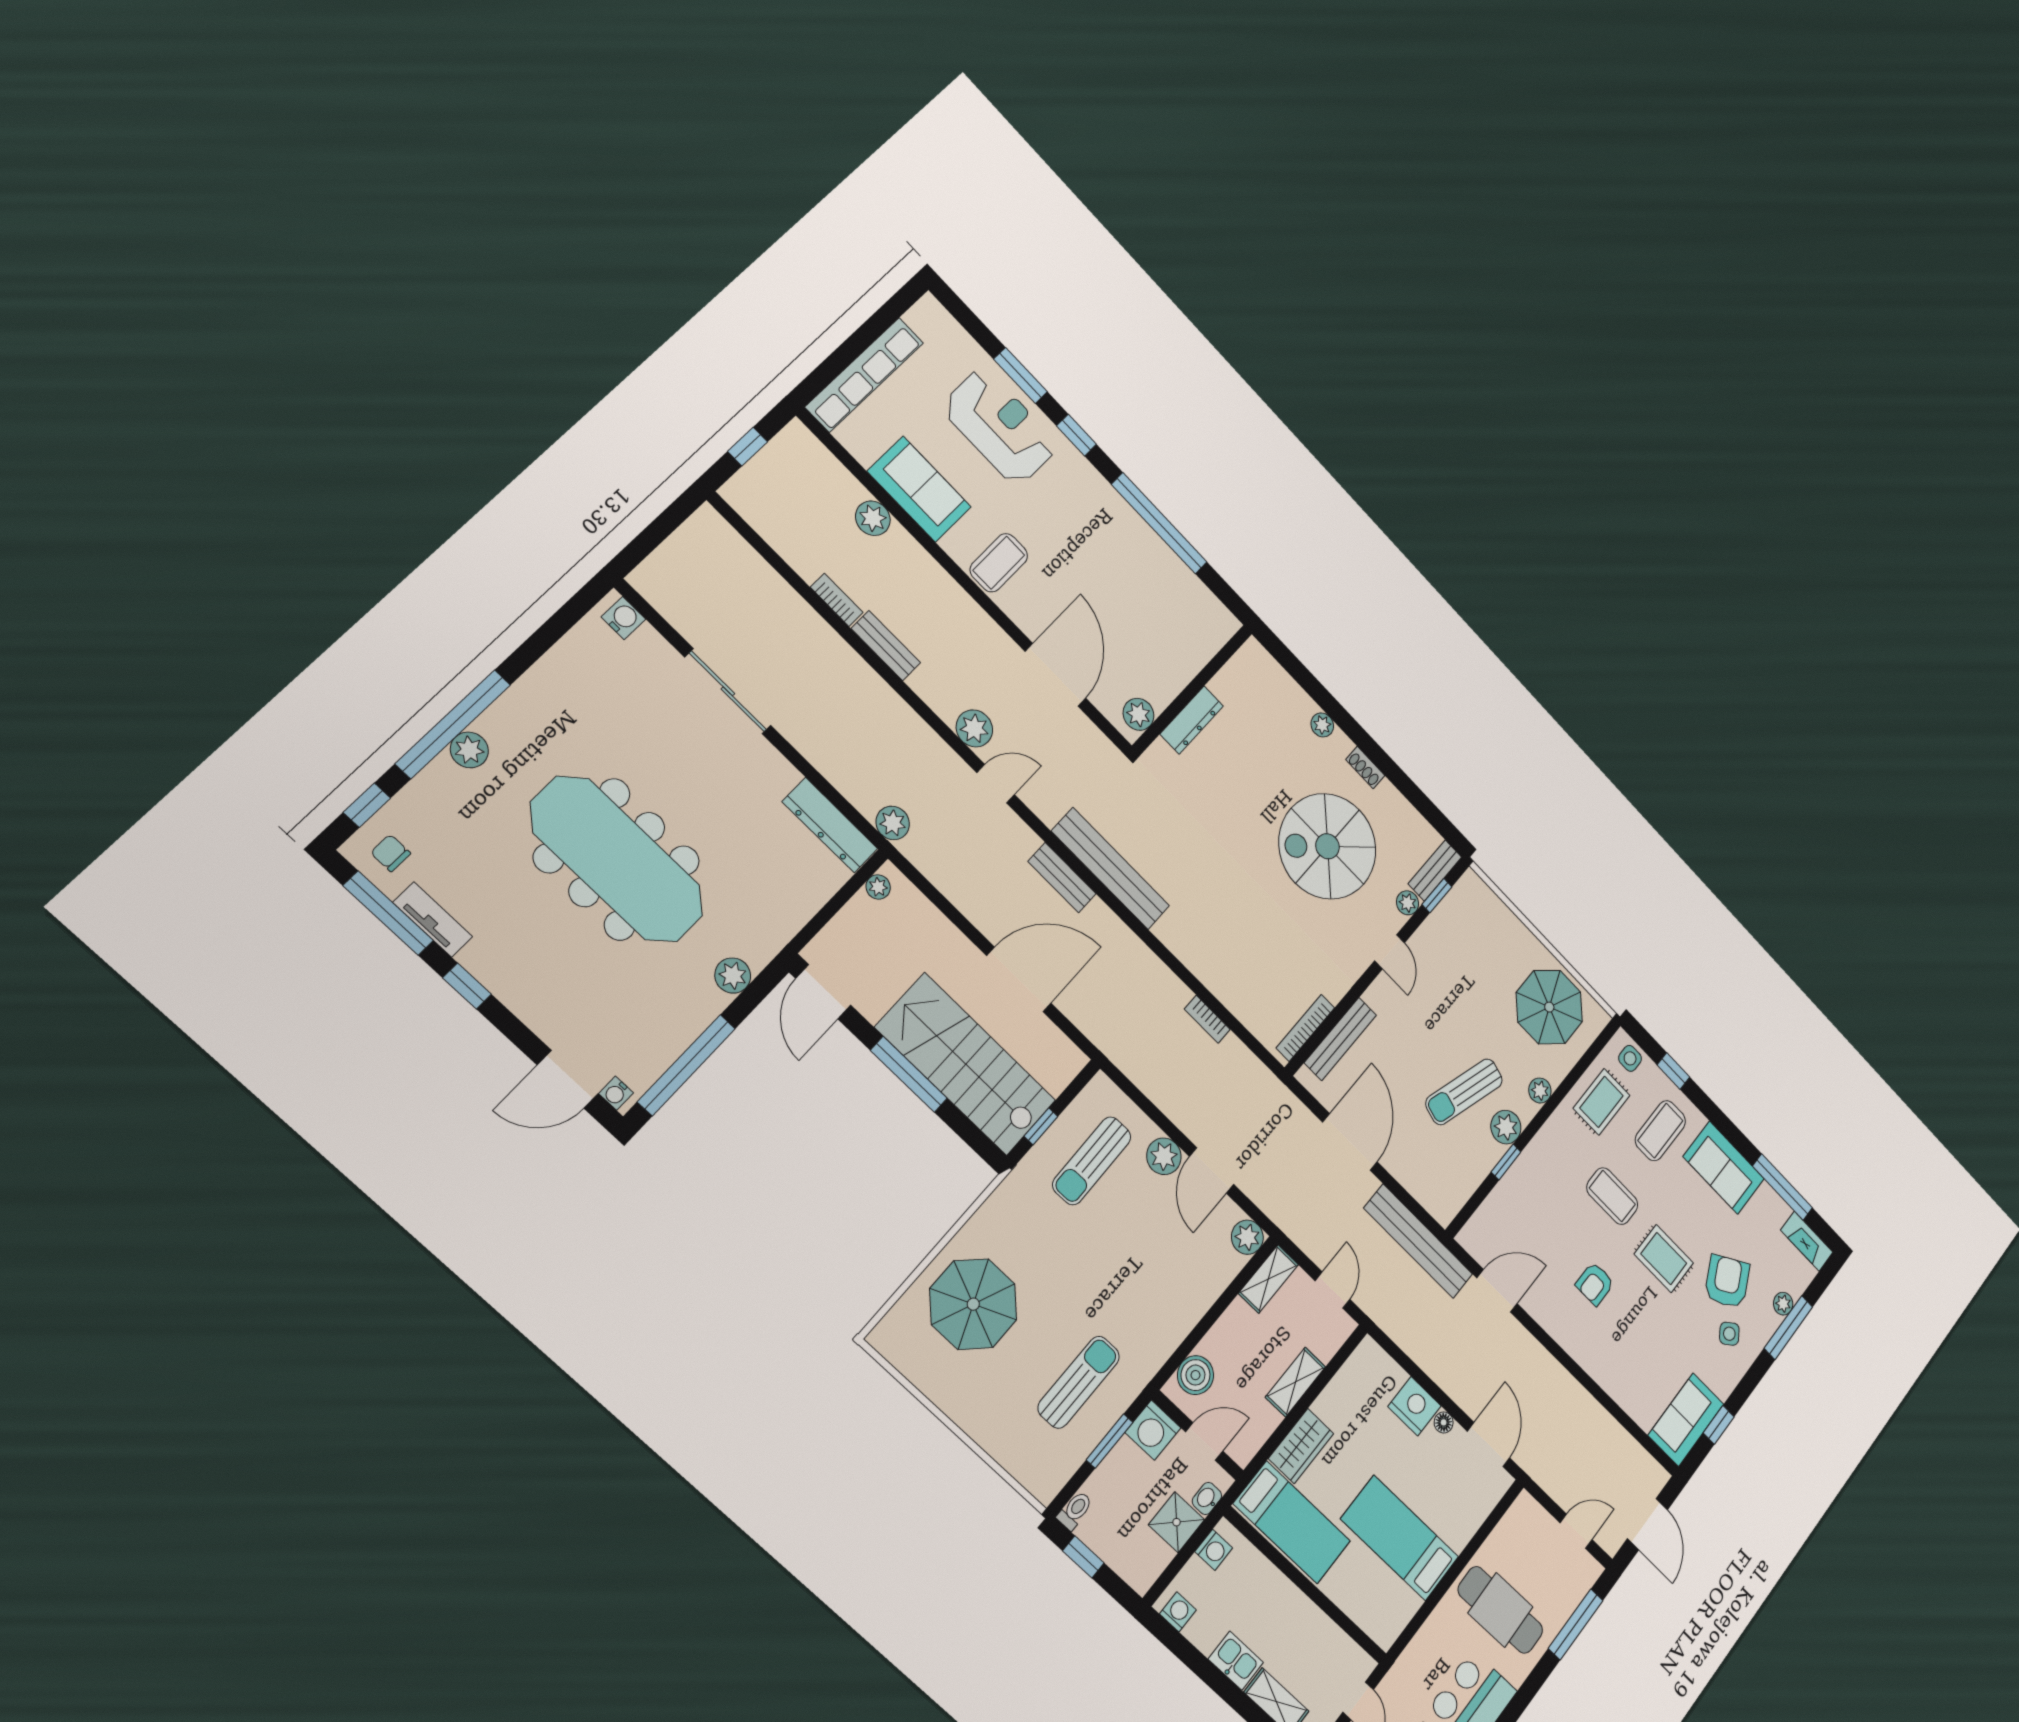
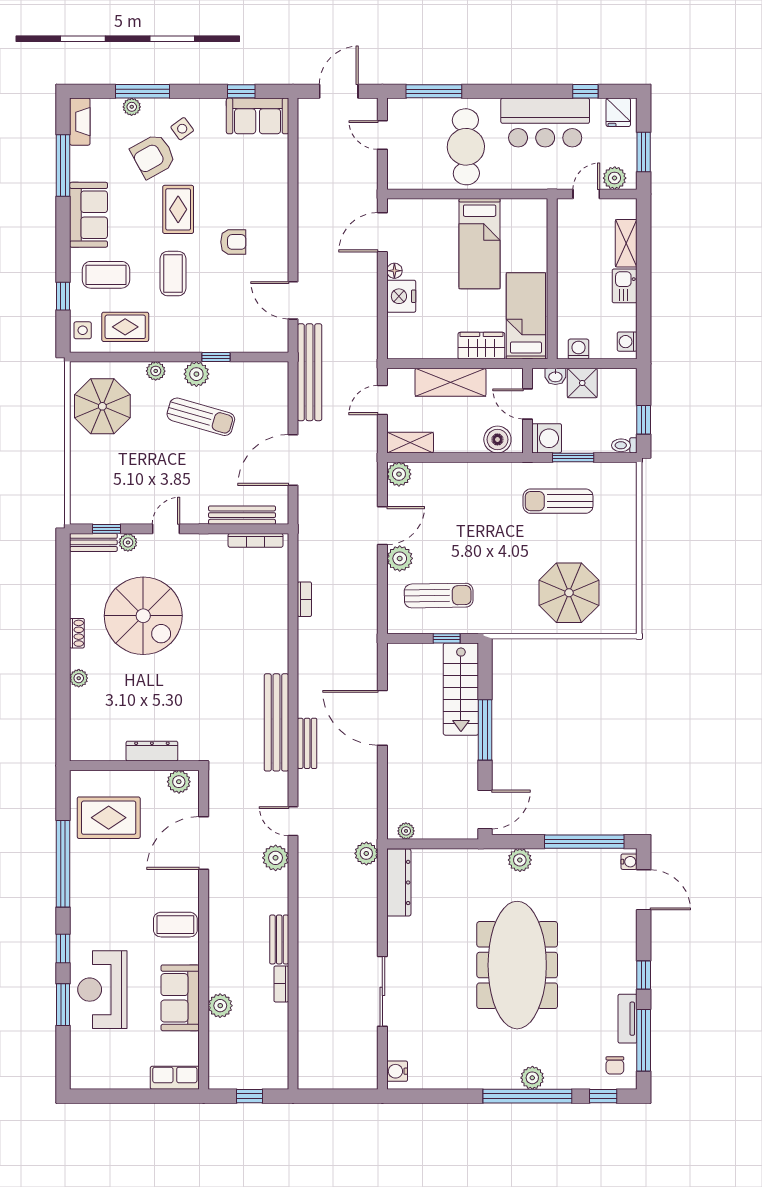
row of seats: (865, 375) -> (175, 1078), width x0.50
rug: (1165, 612) -> (109, 818), added
stairs: (966, 1064) -> (461, 689), width x0.73, depth x0.66
shelving: (1295, 1382) -> (451, 382), width x1.50, depth x1.33

